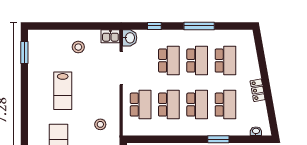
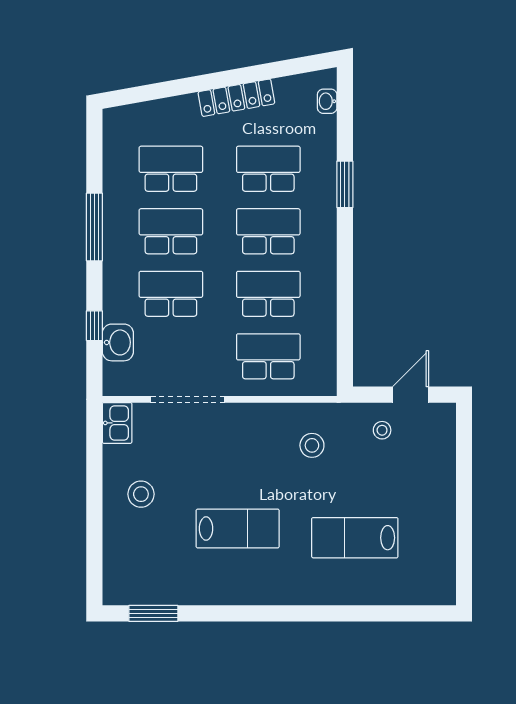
washbasin: (130, 38) -> (118, 342), moved, turned 90
locker: (258, 90) -> (236, 98), width x1.53

